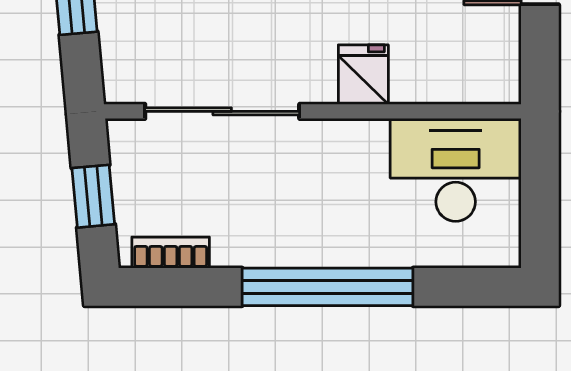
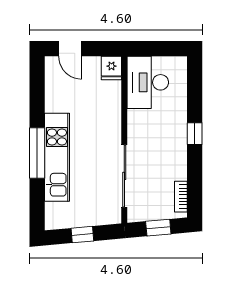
fridge: (363, 75) -> (111, 68), moved, turned -90
window: (328, 287) -> (195, 134), width x0.32

